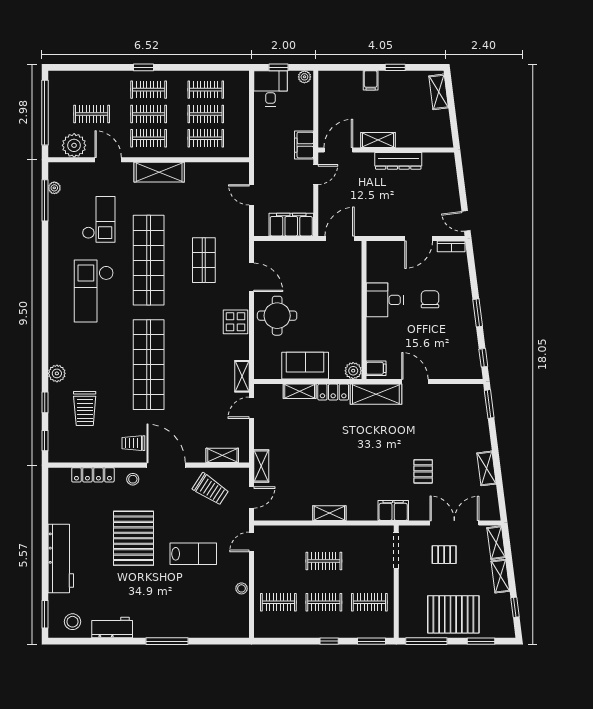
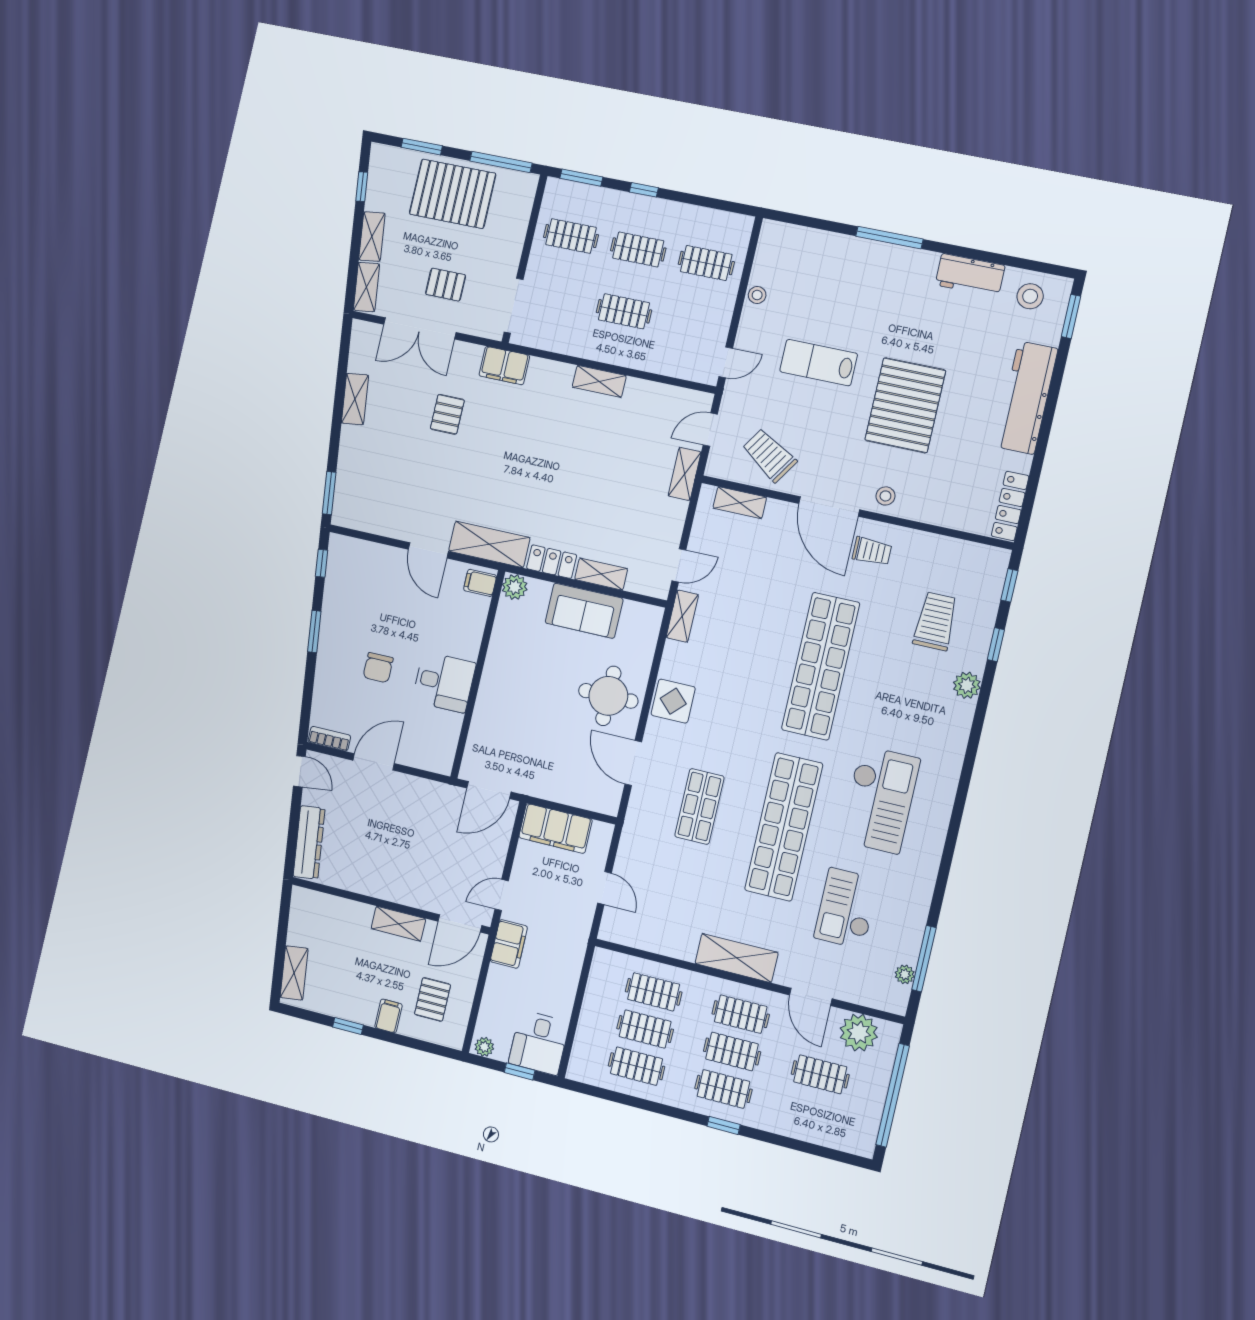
pallet: (345, 98) -> (433, 999), added
dresser: (398, 161) -> (309, 842), moved, turned 83
locker: (93, 475) -> (1010, 506), moved, turned -90

